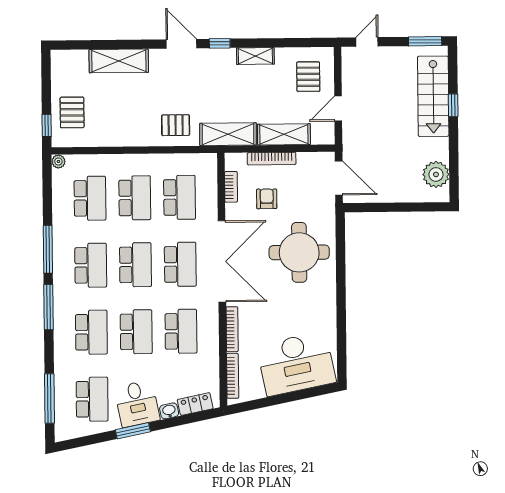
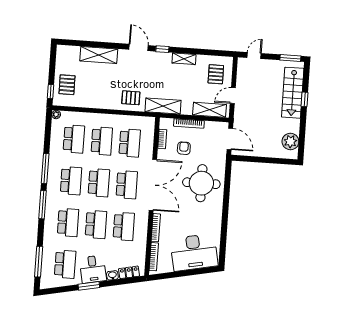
shelving: (284, 134) -> (210, 110), moved

